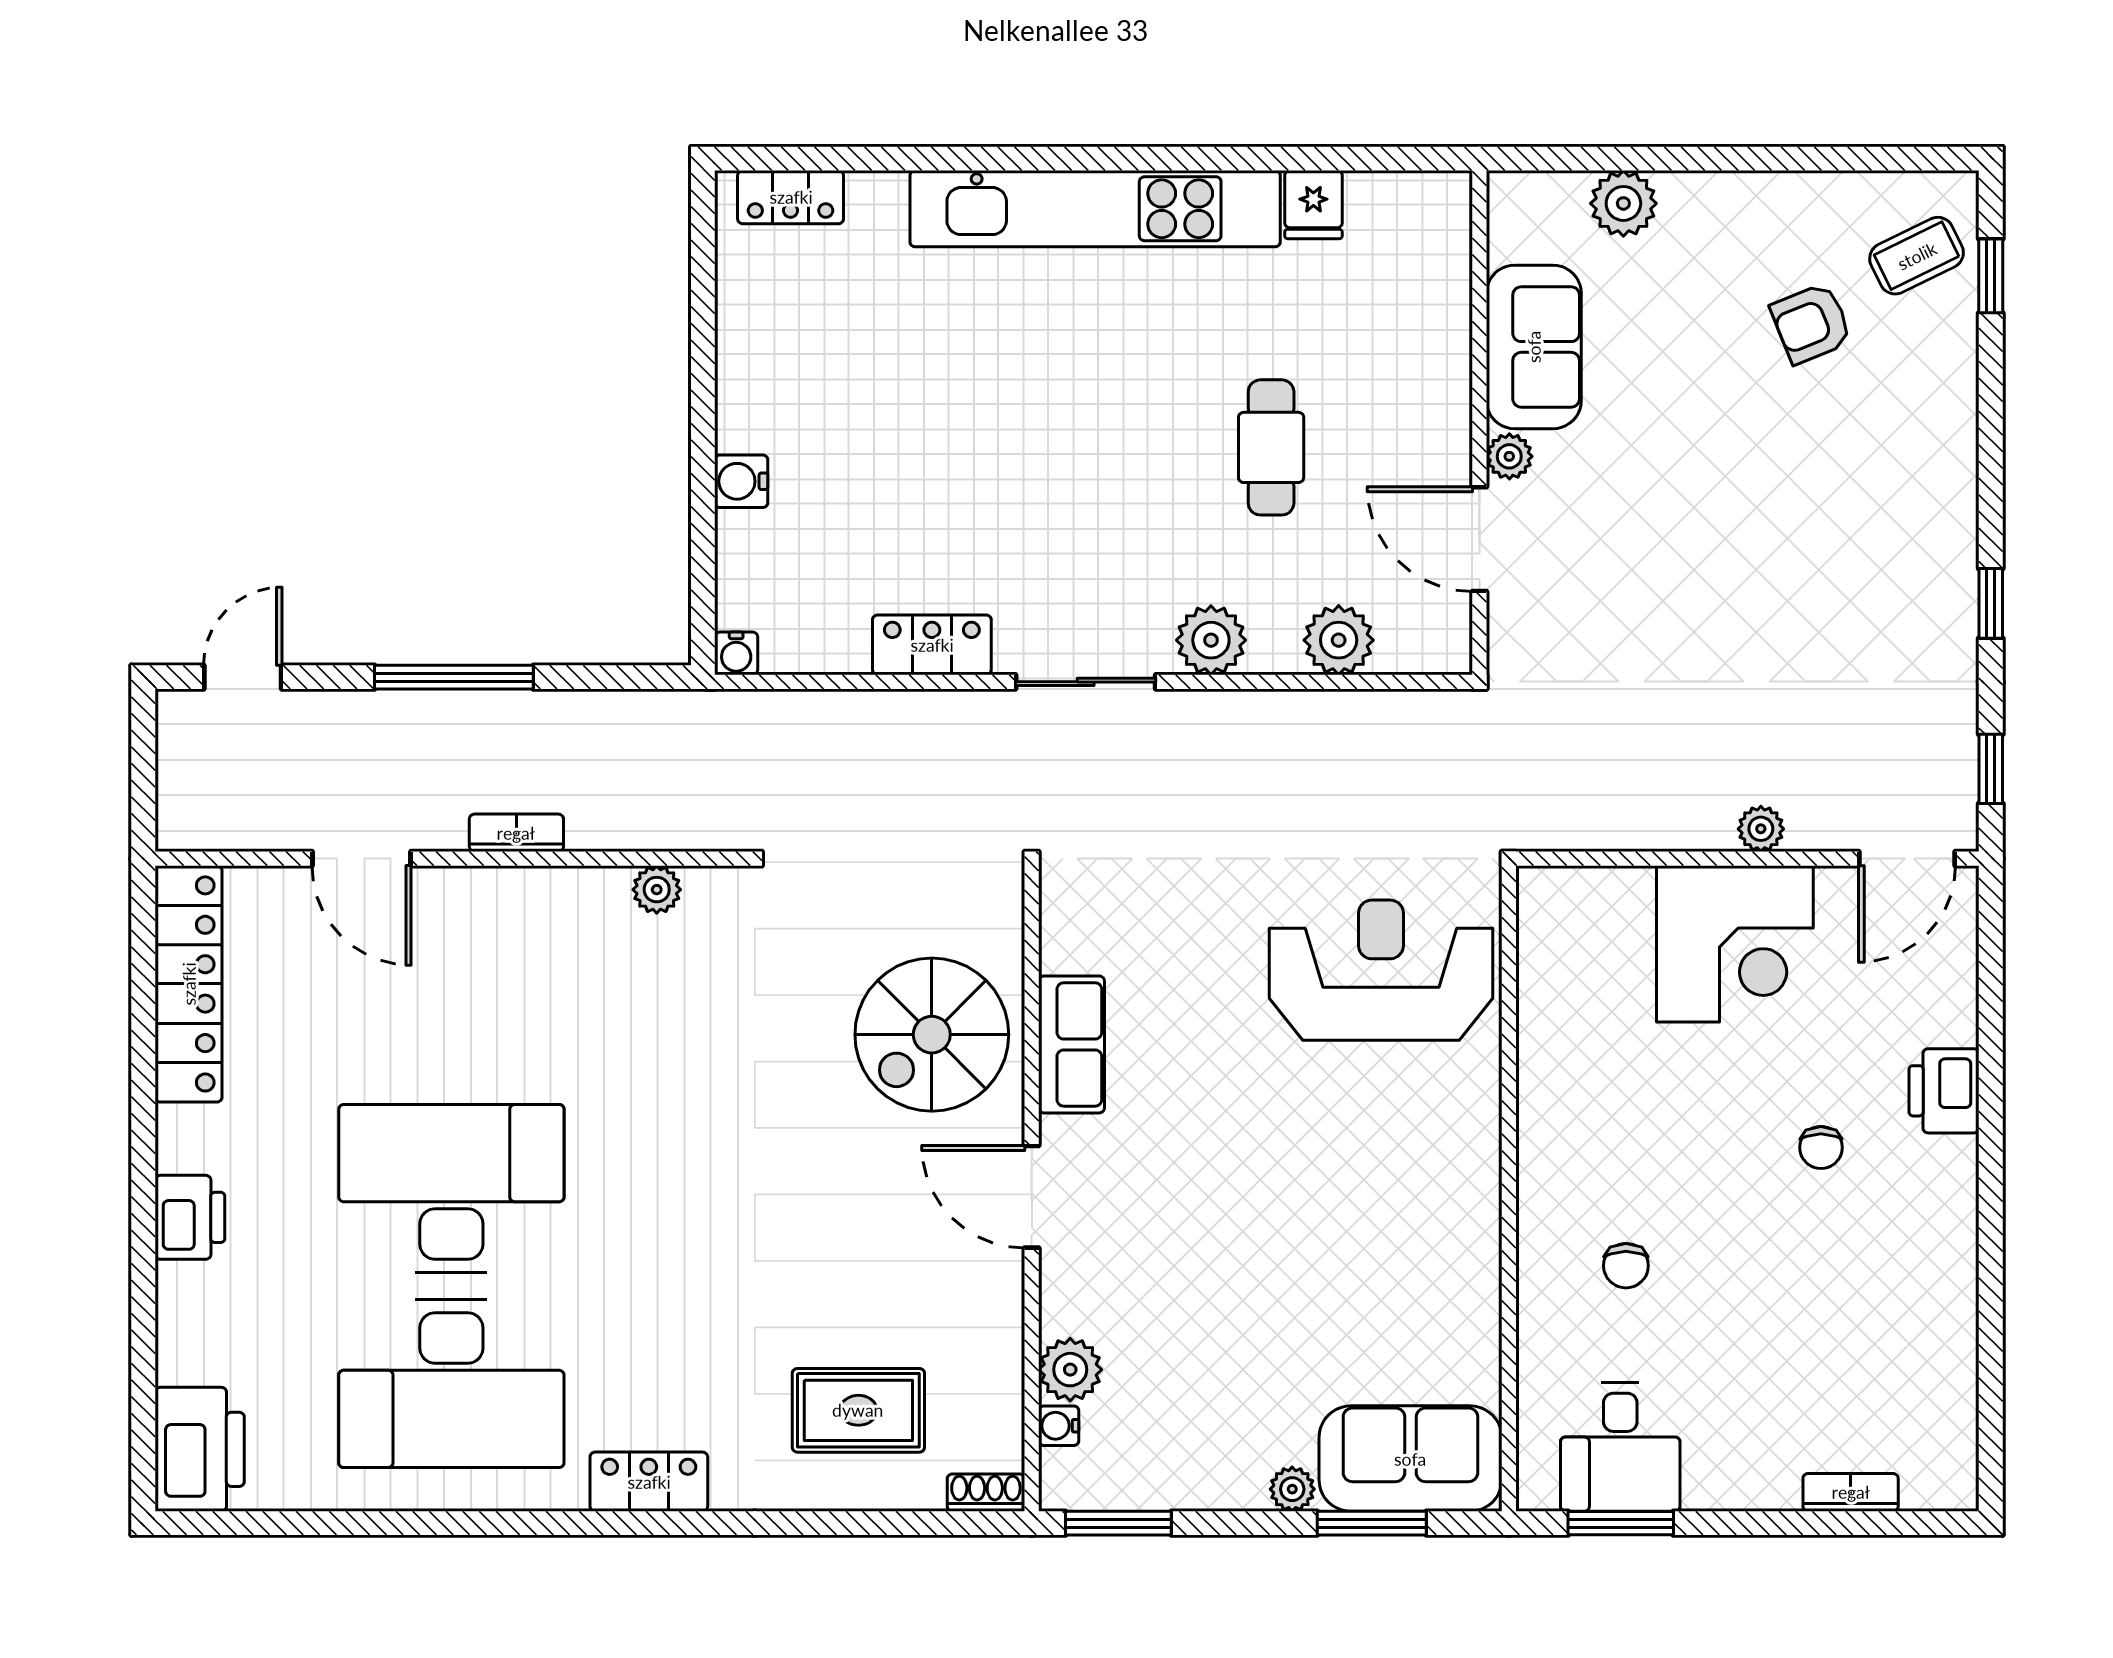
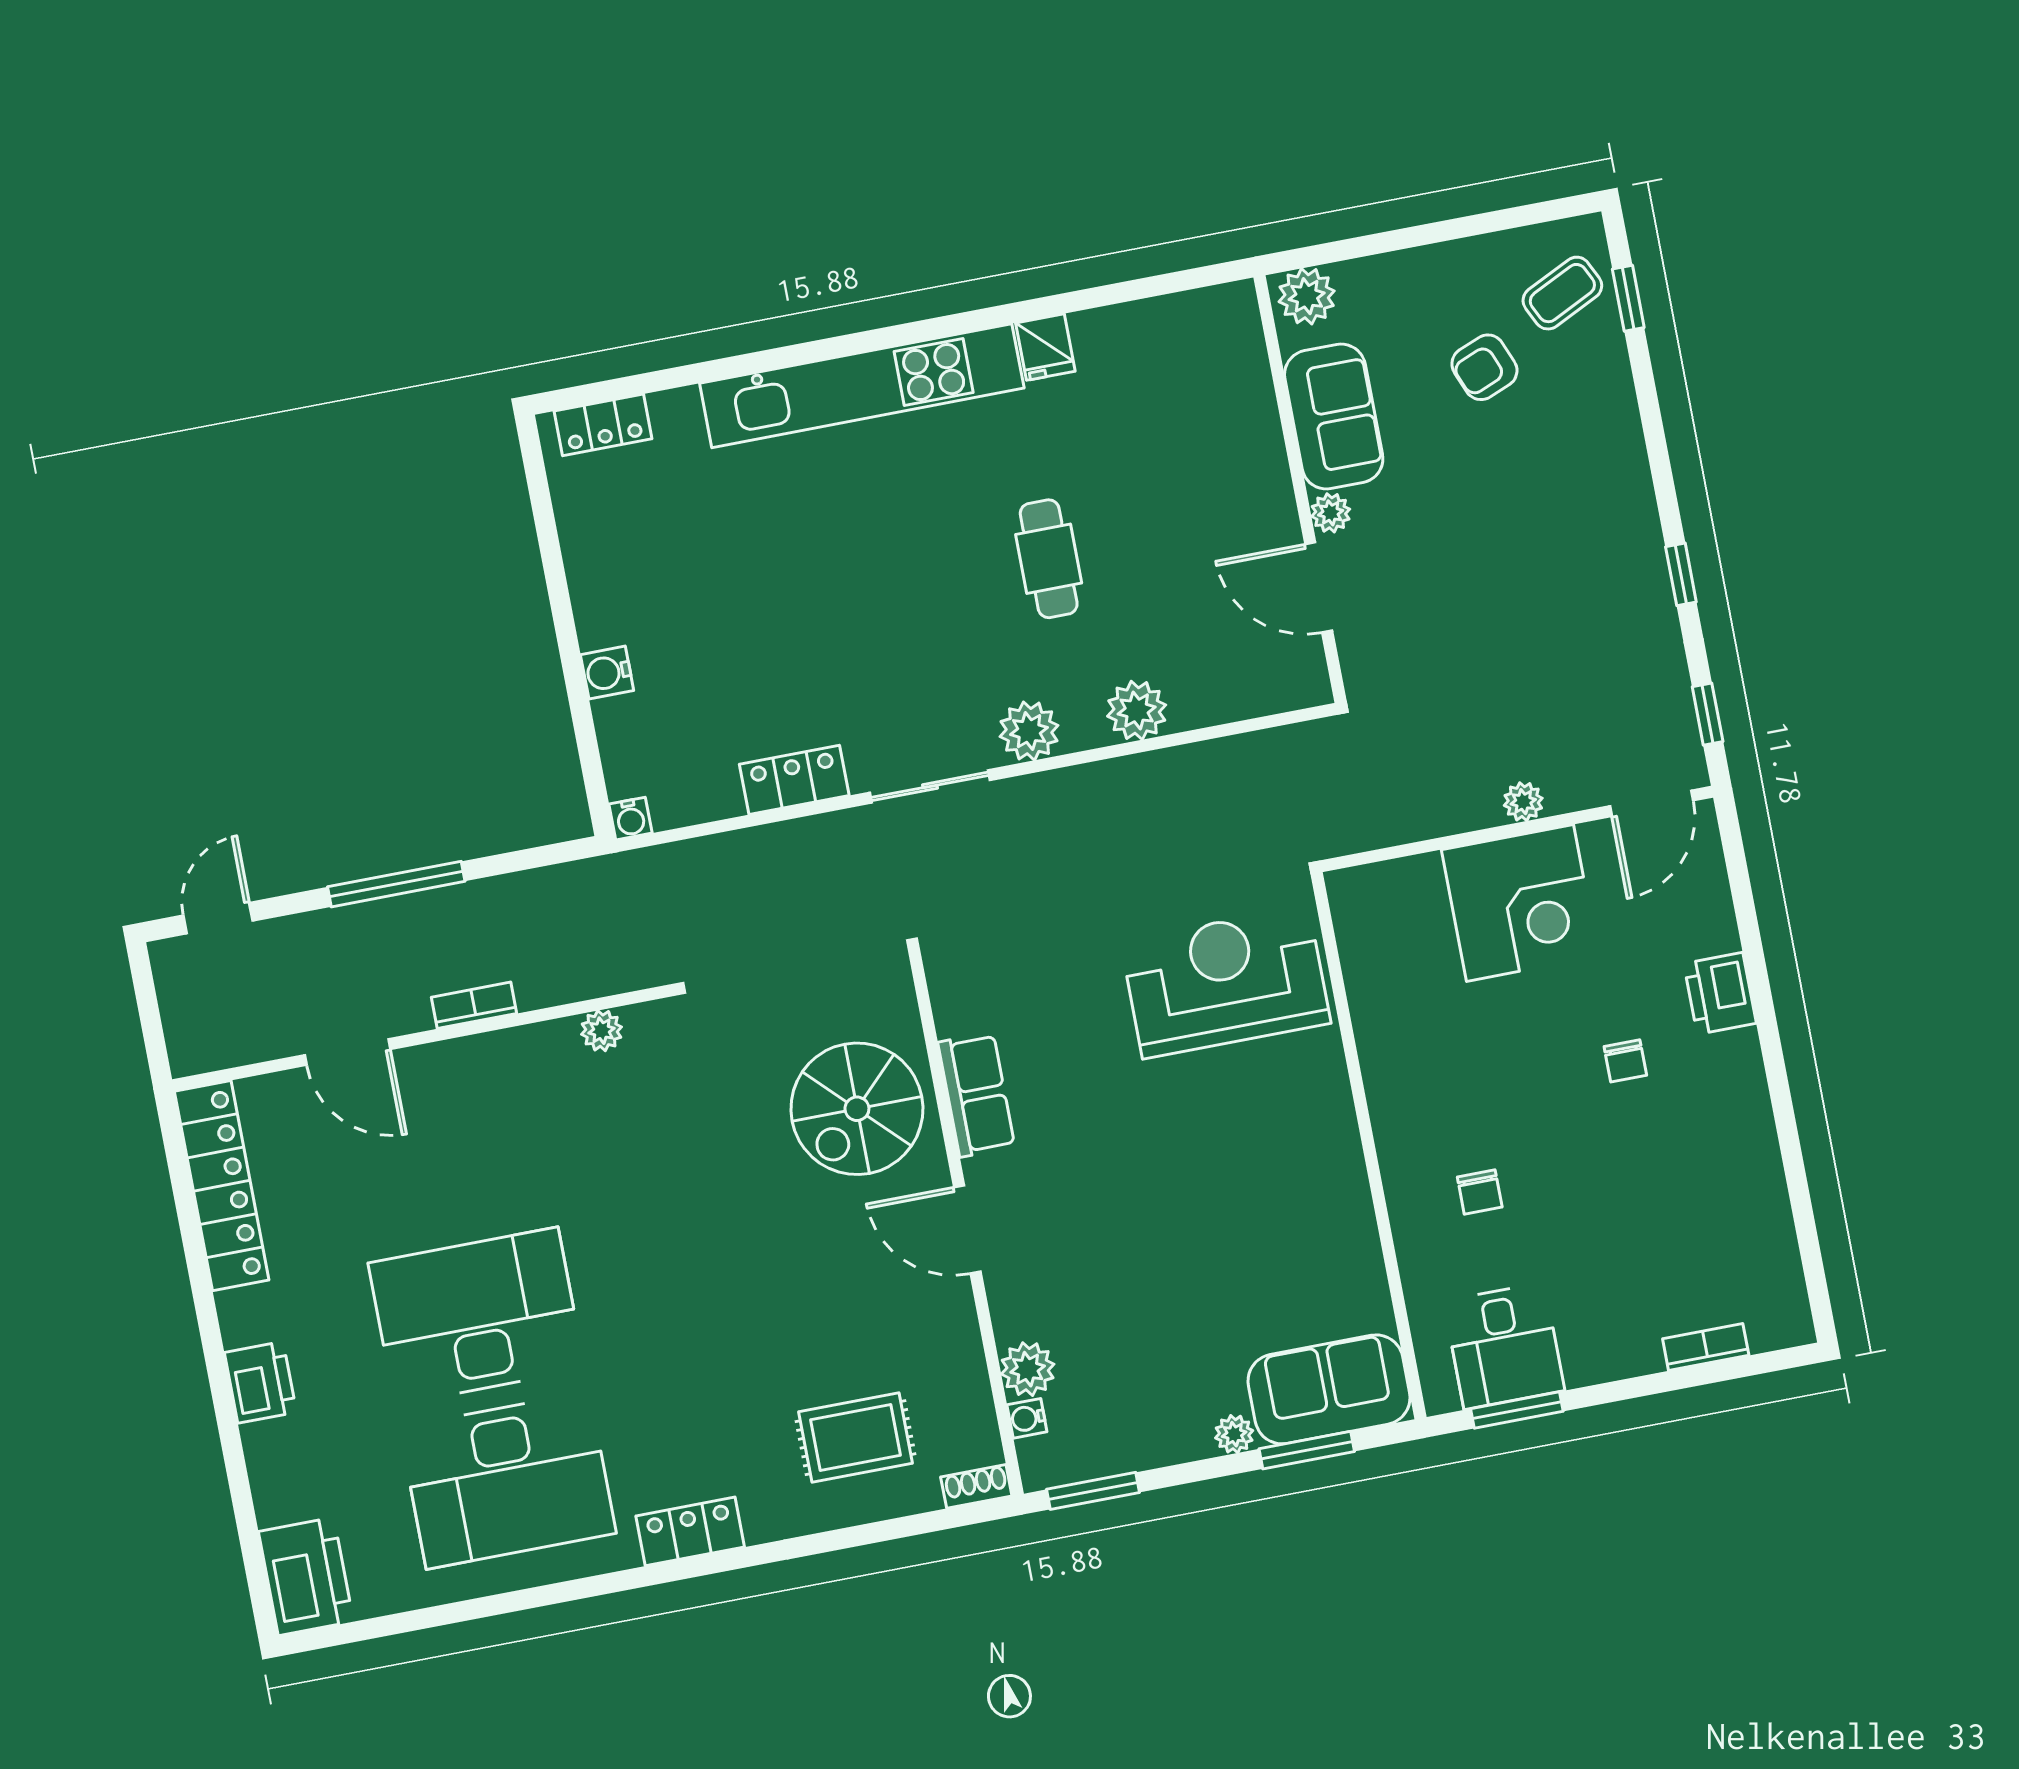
sofa: (1534, 347) -> (1334, 417), moved
wall: (1479, 423) -> (1300, 489), moved
plant: (1509, 456) -> (1331, 513), moved
door: (1479, 539) -> (1319, 587), moved

